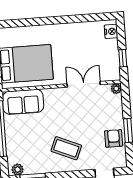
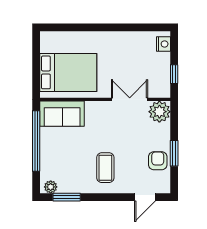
plant: (116, 89) -> (159, 112), width x1.87, depth x1.87
coffee table: (66, 148) -> (105, 168), turned 67

